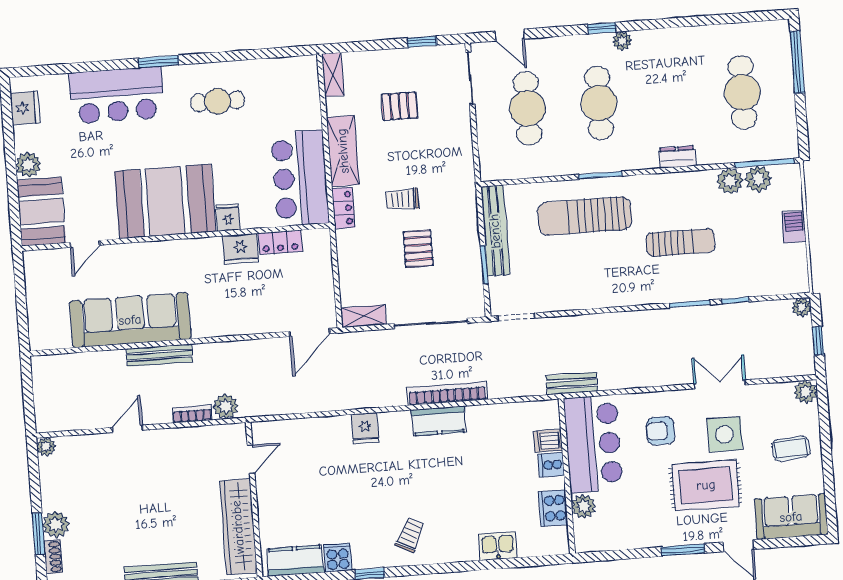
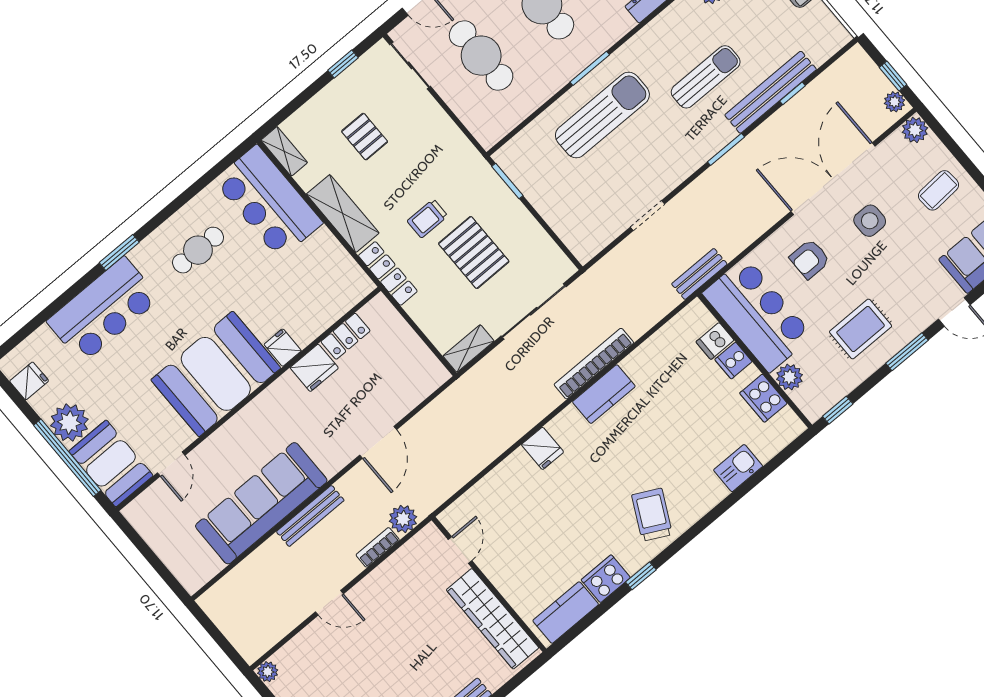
pallet: (399, 106) -> (365, 137), turned 90
fridge: (25, 108) -> (29, 381), width x0.72
plant: (28, 165) -> (69, 423), width x1.36, depth x1.36
bar counter: (300, 178) -> (268, 202), moved
window: (12, 184) -> (67, 458), added
locker: (343, 208) -> (388, 273), width x1.53
sun lounger: (585, 216) -> (602, 115), turned 180
bench: (495, 231) -> (771, 92), moved, turned 90
pallet: (418, 249) -> (474, 252), width x1.50, depth x1.42
window: (484, 265) -> (507, 181), moved
window: (690, 304) -> (726, 149), moved
plant: (802, 307) -> (895, 102), moved
doorway: (516, 317) -> (647, 215), moved
door: (310, 332) -> (378, 442), moved
double door: (720, 384) -> (833, 179), width x1.87
door: (128, 429) -> (329, 603), swing flipped
side table: (725, 434) -> (870, 221), width x0.73, depth x0.73
rug: (706, 485) -> (861, 329), moved, width x0.73, depth x0.70
trolley: (410, 535) -> (652, 515), width x1.36, depth x1.39
window: (601, 556) -> (838, 410), added
cooker: (338, 558) -> (606, 579), width x1.36

